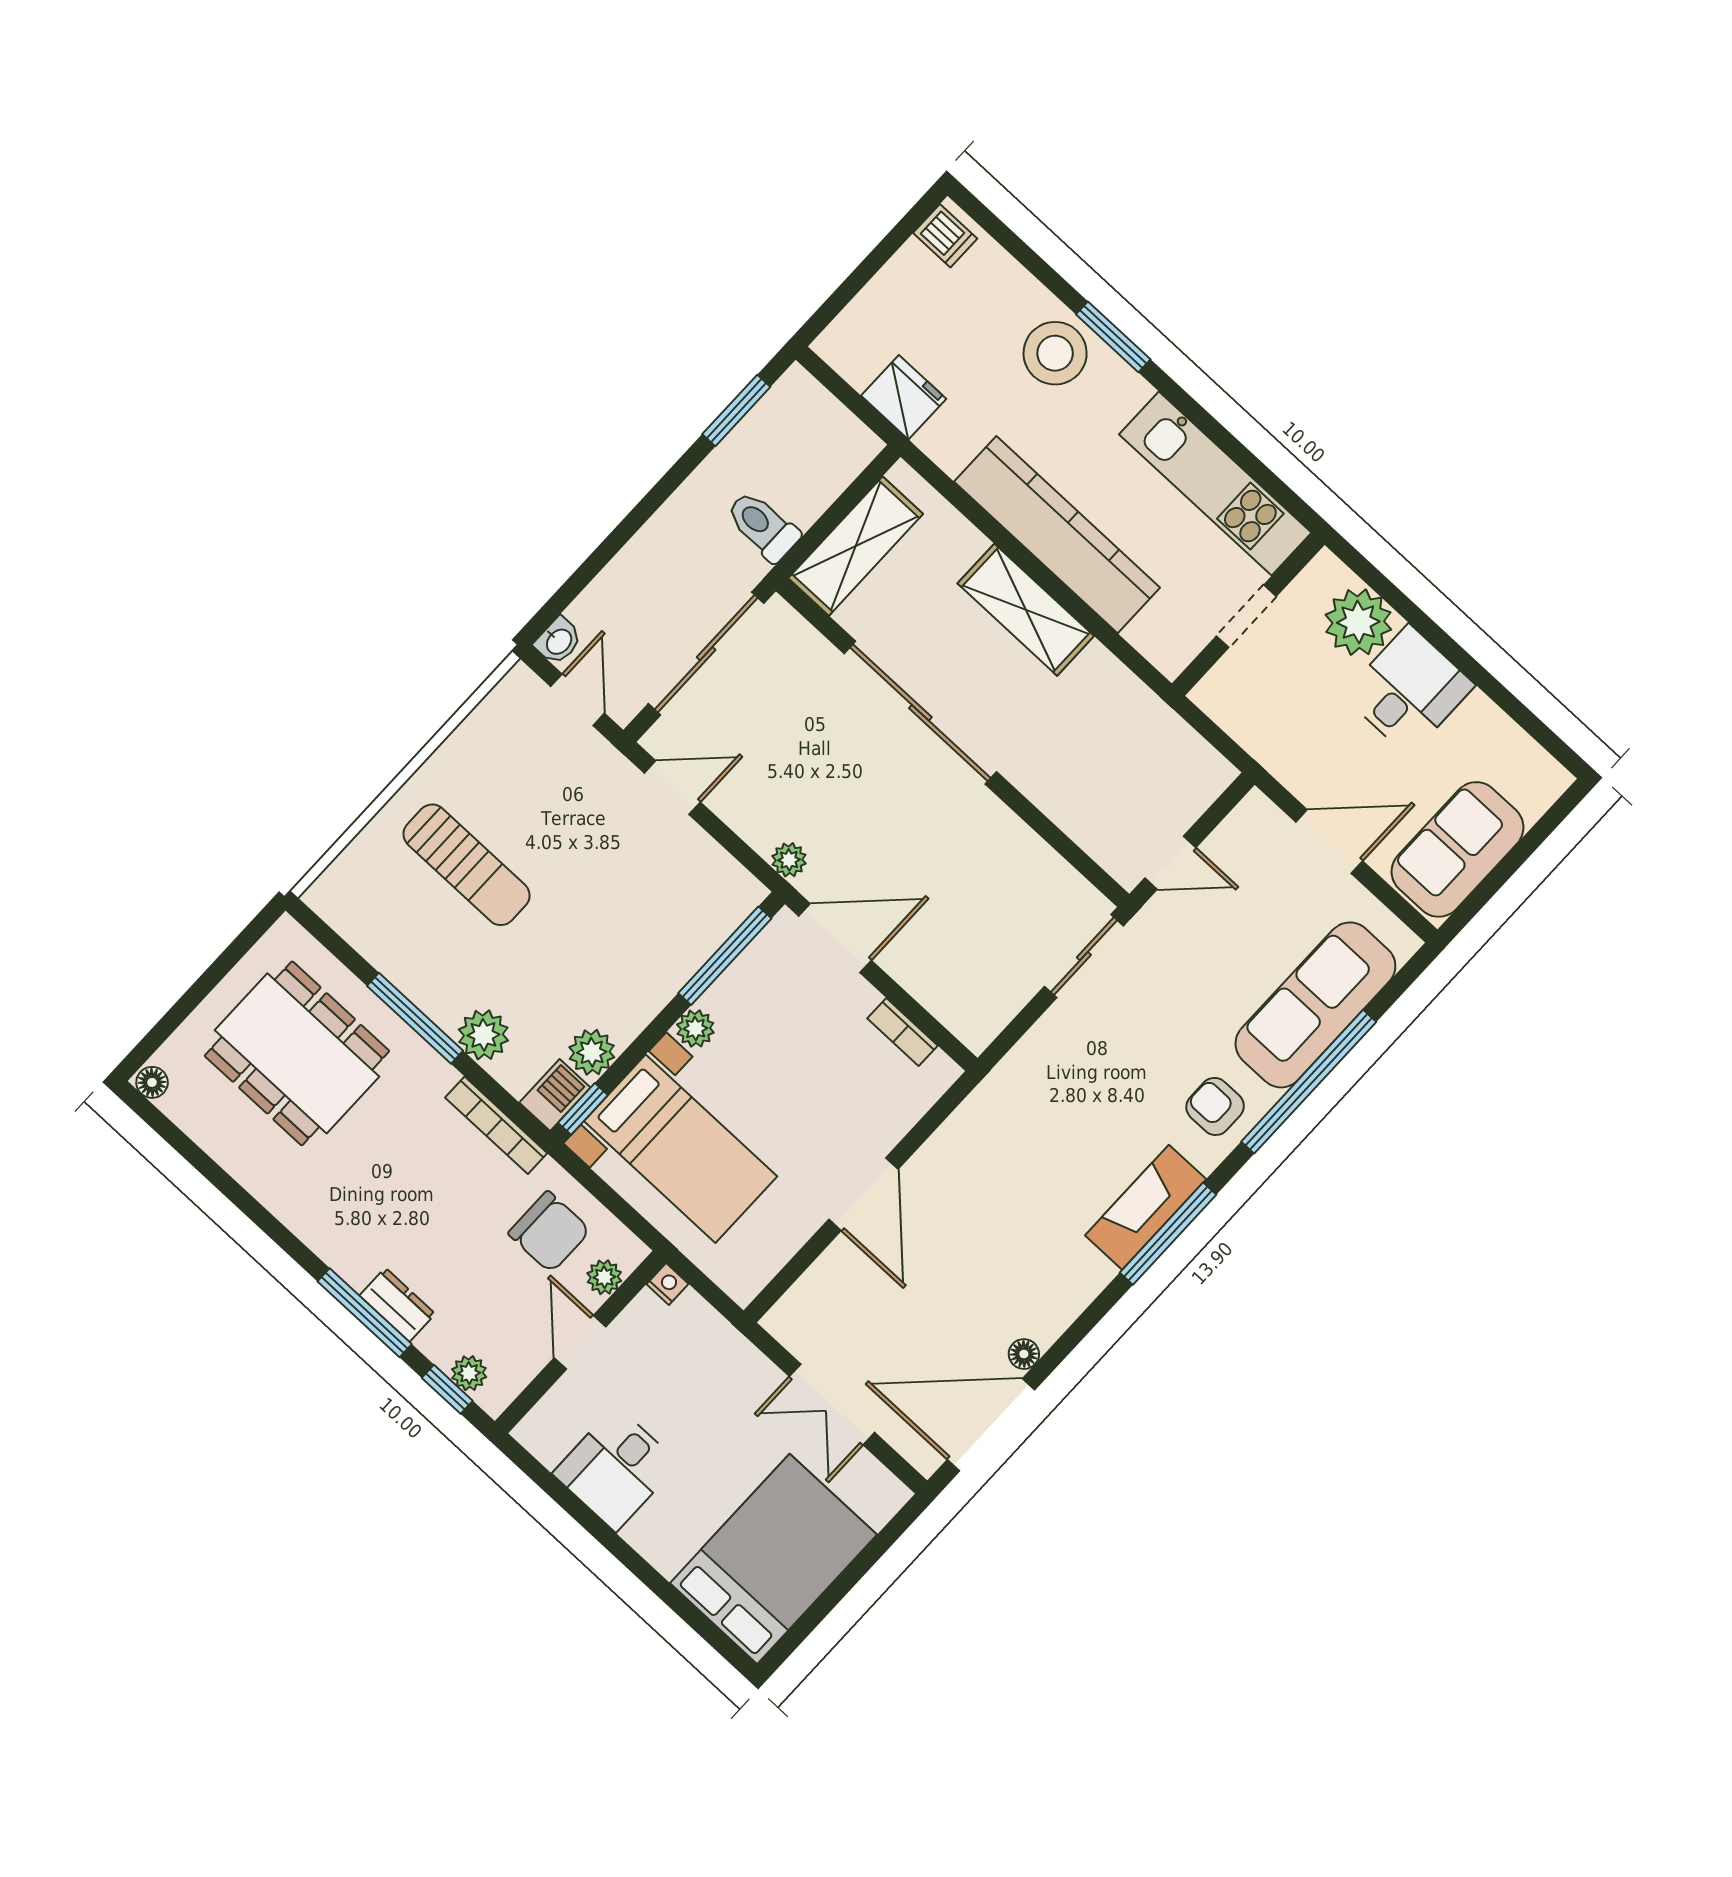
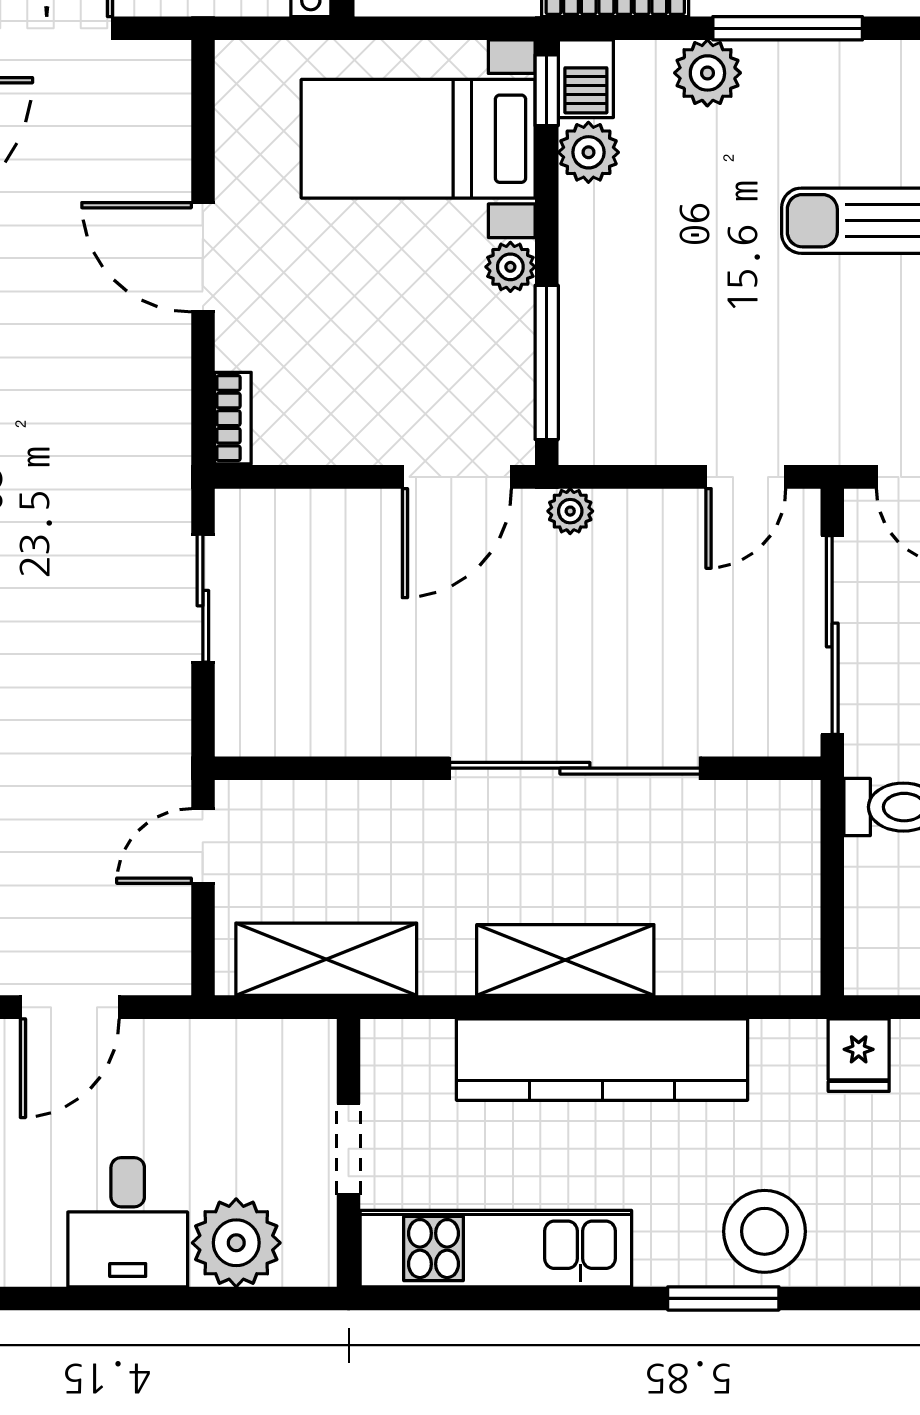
fridge: (904, 397) -> (859, 1055), width x0.72
shelving: (856, 546) -> (326, 959), moved, turned 90
sliding door: (1084, 956) -> (203, 598), moved
bookcase: (902, 1032) -> (233, 418), moved, turned 90

